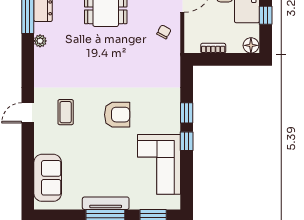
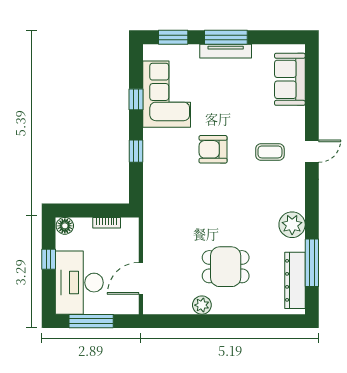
chair: (164, 32) -> (161, 241), removed
plant: (40, 41) -> (292, 225), width x1.88, depth x1.88
coffee table: (66, 112) -> (270, 152), turned 90
window: (187, 141) -> (136, 99), moved

